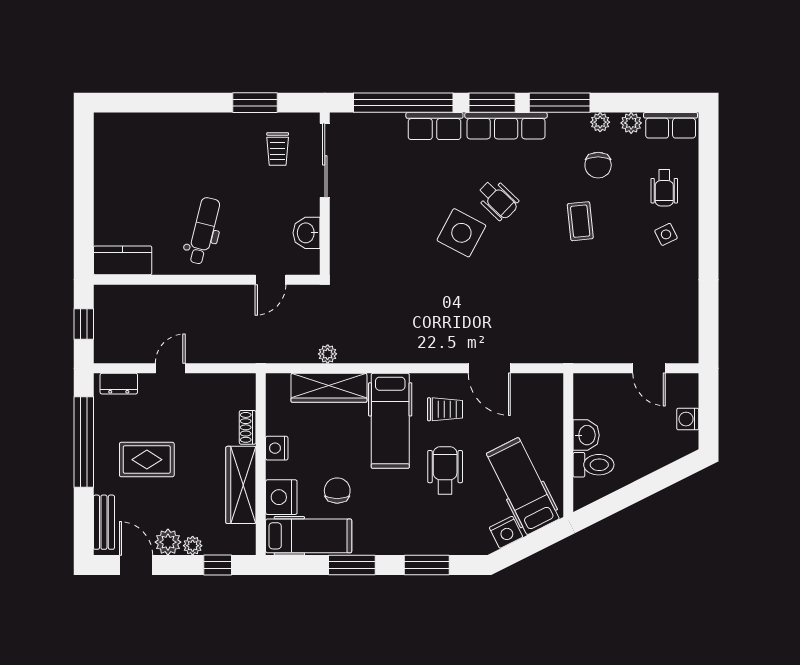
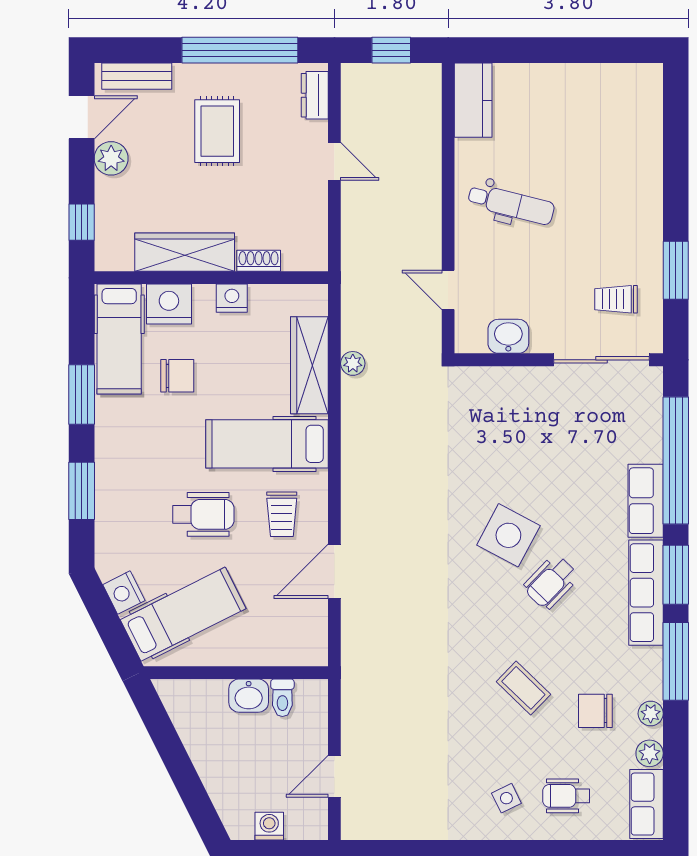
coffee table: (580, 221) -> (523, 688), turned 50
toilet: (594, 465) -> (282, 698), moved, width x0.73, depth x0.72
plant: (193, 546) -> (107, 190), removed

